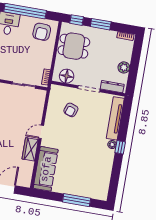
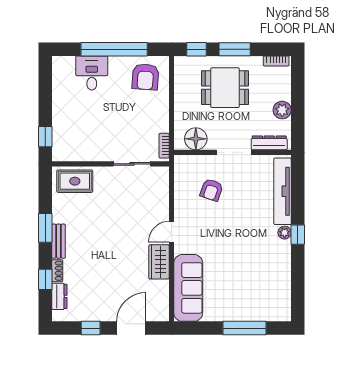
dining table: (74, 46) -> (225, 88), moved

